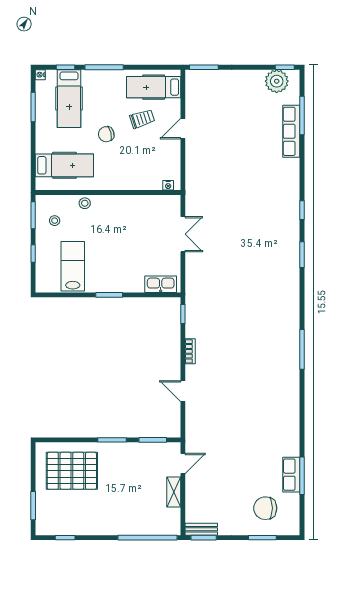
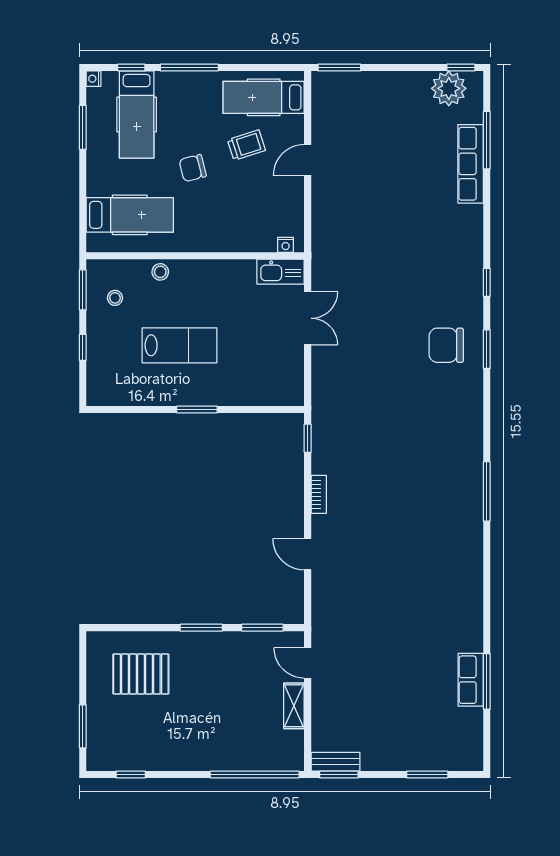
lab bench: (73, 266) -> (179, 345), moved, turned 90
kitchen sink: (161, 284) -> (281, 272), moved, turned 180
door: (183, 463) -> (308, 663), swing flipped
pallet: (72, 471) -> (141, 674), width x0.73, depth x0.71
chair: (265, 508) -> (446, 345), moved

